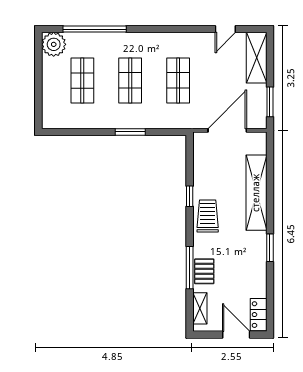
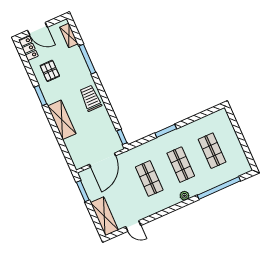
door: (225, 29) -> (133, 226), swing flipped
plant: (54, 44) -> (184, 196), moved, width x0.53, depth x0.53
shelving: (256, 193) -> (62, 120), width x0.68
window: (190, 196) -> (122, 137), moved
trolley: (208, 216) -> (91, 98), turned 180
pallet: (204, 271) -> (50, 71), moved

